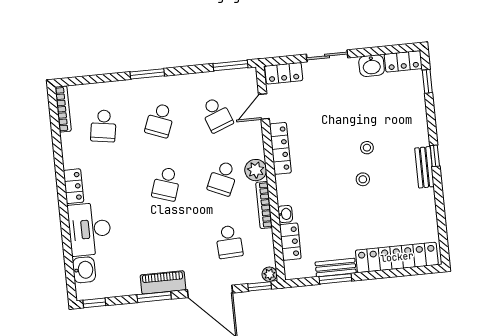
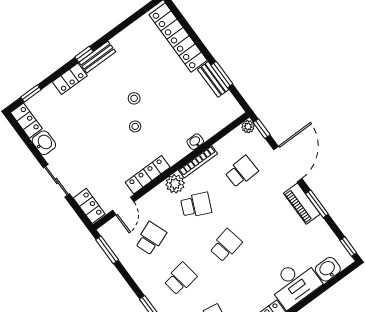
door: (264, 106) -> (123, 206), hinge flipped
school desk: (160, 120) -> (180, 279), turned -30
stool: (367, 148) -> (135, 126), moved
school desk: (166, 184) -> (226, 245), turned -30
locker: (290, 242) -> (70, 79), moved, turned 180

